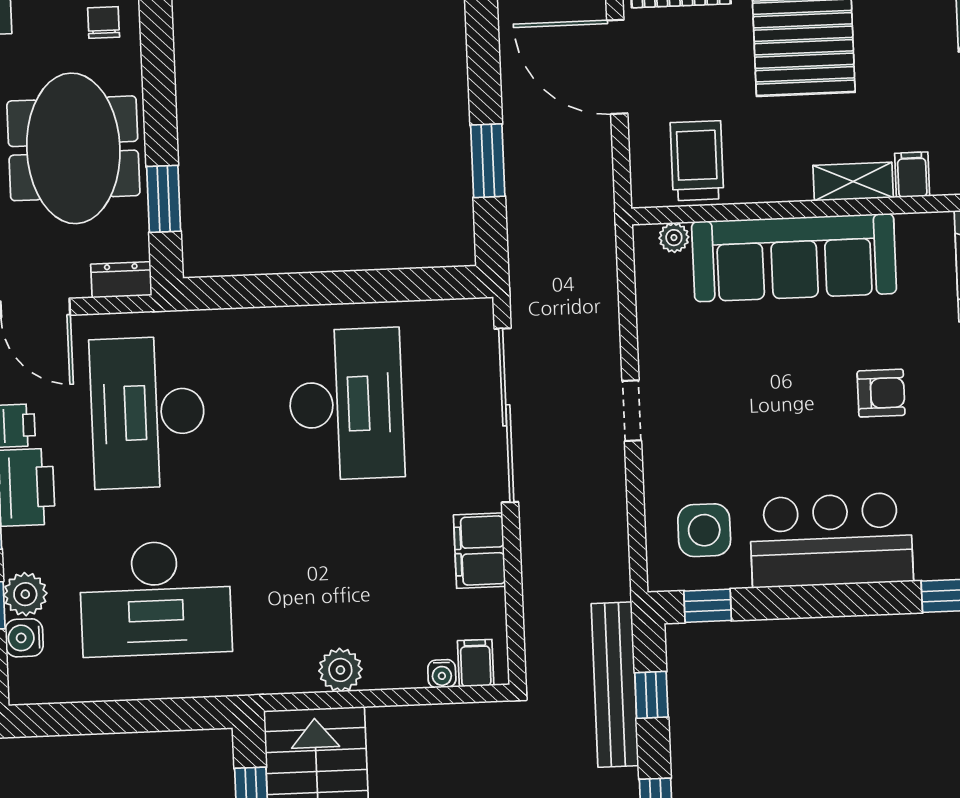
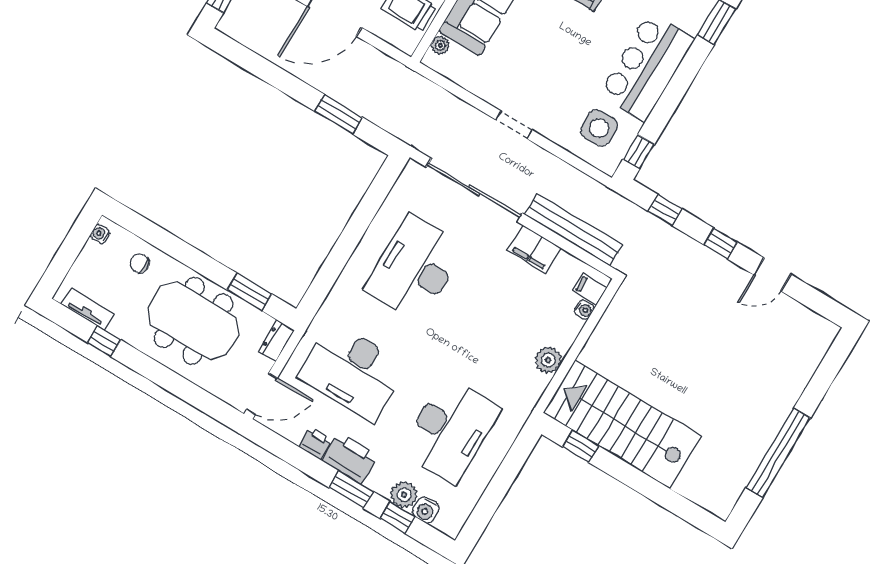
desk: (346, 404) -> (415, 268), turned -90
bench: (615, 685) -> (573, 230), moved

